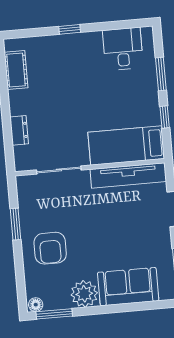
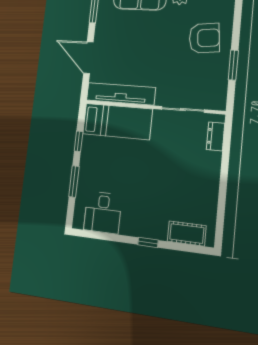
cot: (16, 70) -> (187, 233), moved, turned 90
dresser: (19, 130) -> (216, 136), moved
armchair: (50, 248) -> (204, 38), turned 84

